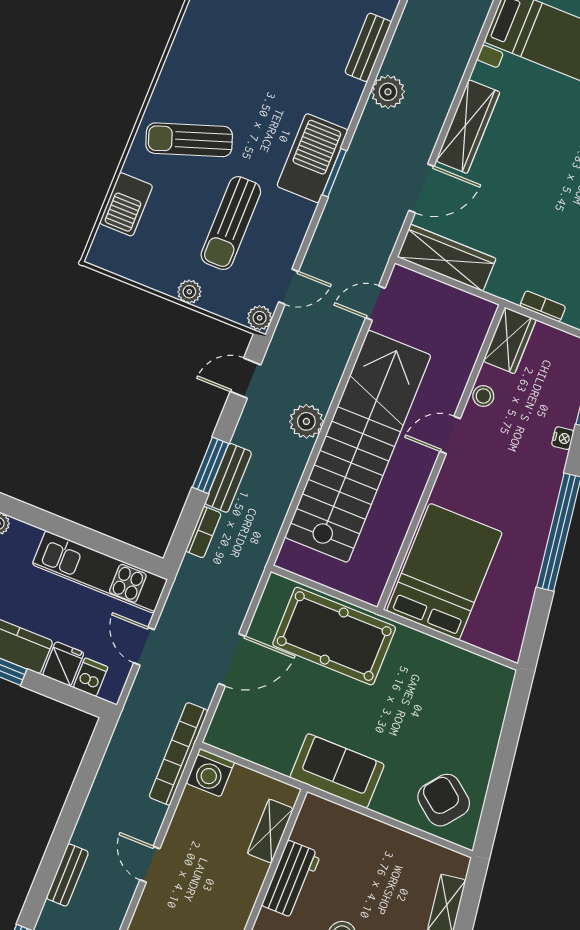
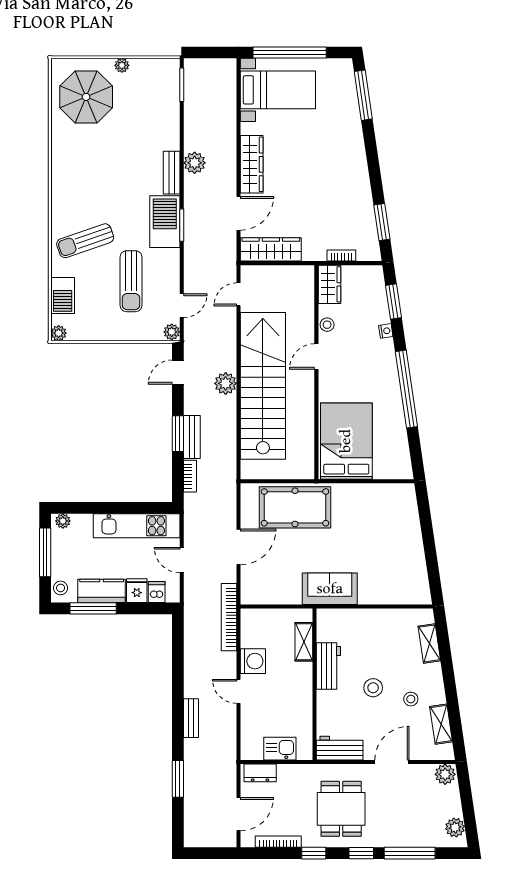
bench: (368, 47) -> (172, 173), moved
plant: (189, 292) -> (59, 333), moved
washing machine: (210, 773) -> (253, 661), moved, turned -90
armchair: (444, 800) -> (402, 580), removed

